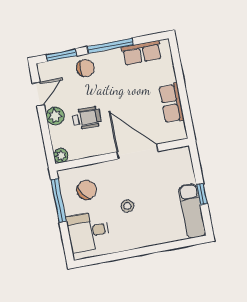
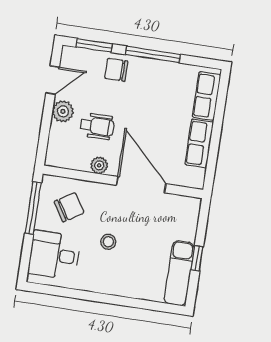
row of seats: (142, 53) -> (207, 96), moved, turned 90
chair: (86, 68) -> (116, 70), turned 180
plant: (61, 156) -> (99, 165), moved

